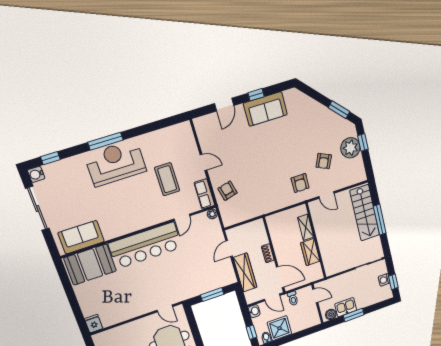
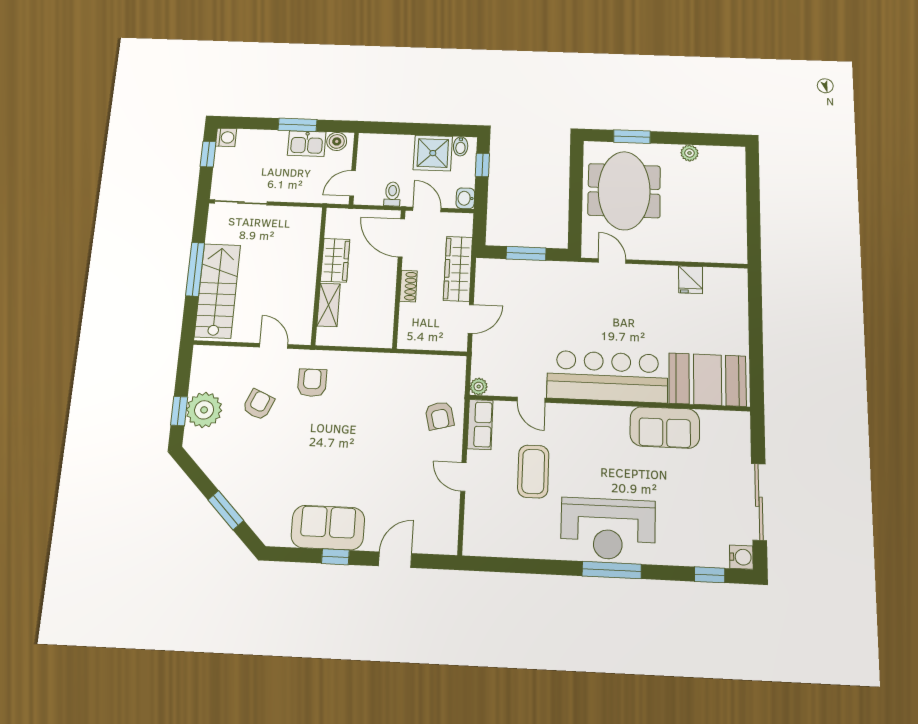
window: (339, 110) -> (226, 510), moved
door: (182, 217) -> (531, 400), swing flipped
sofa: (81, 237) -> (665, 427), moved
washing machine: (384, 280) -> (226, 137), moved
door: (315, 296) -> (353, 183), hinge flipped
fridge: (94, 324) -> (691, 280), moved

